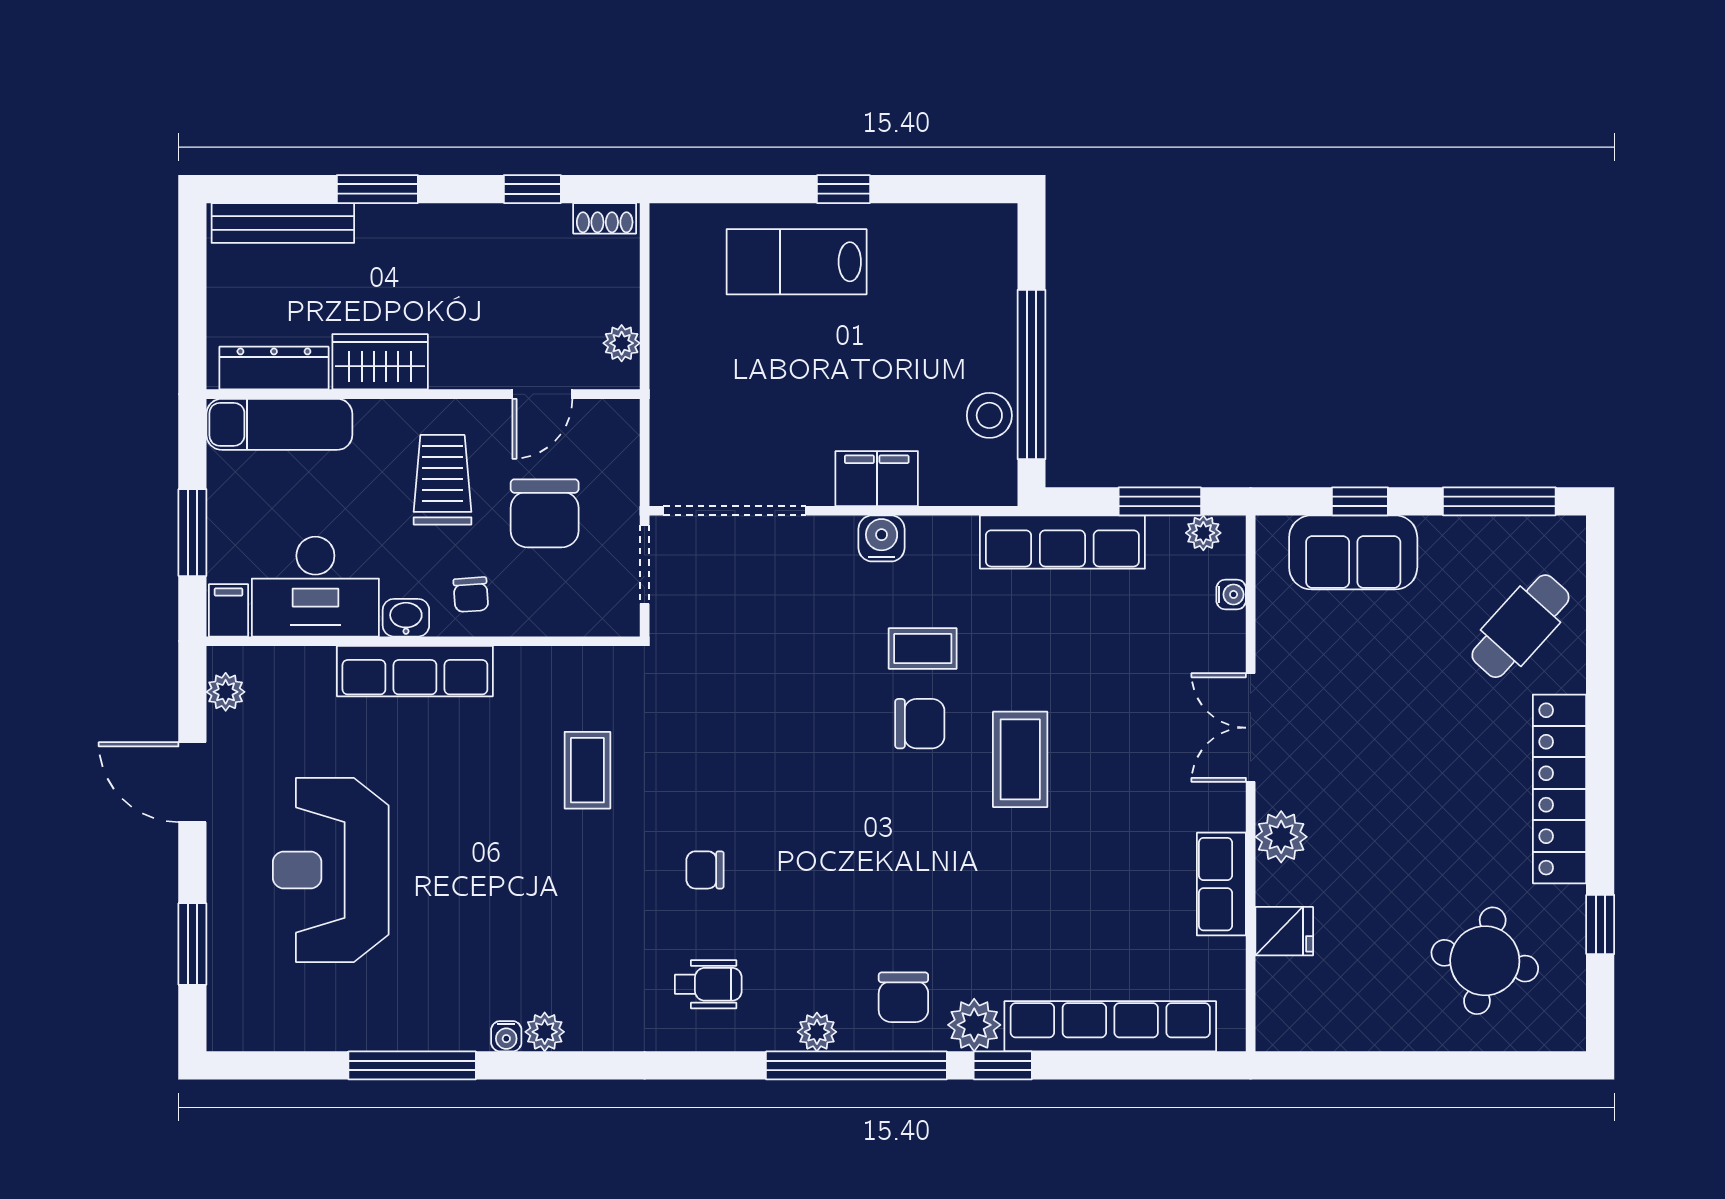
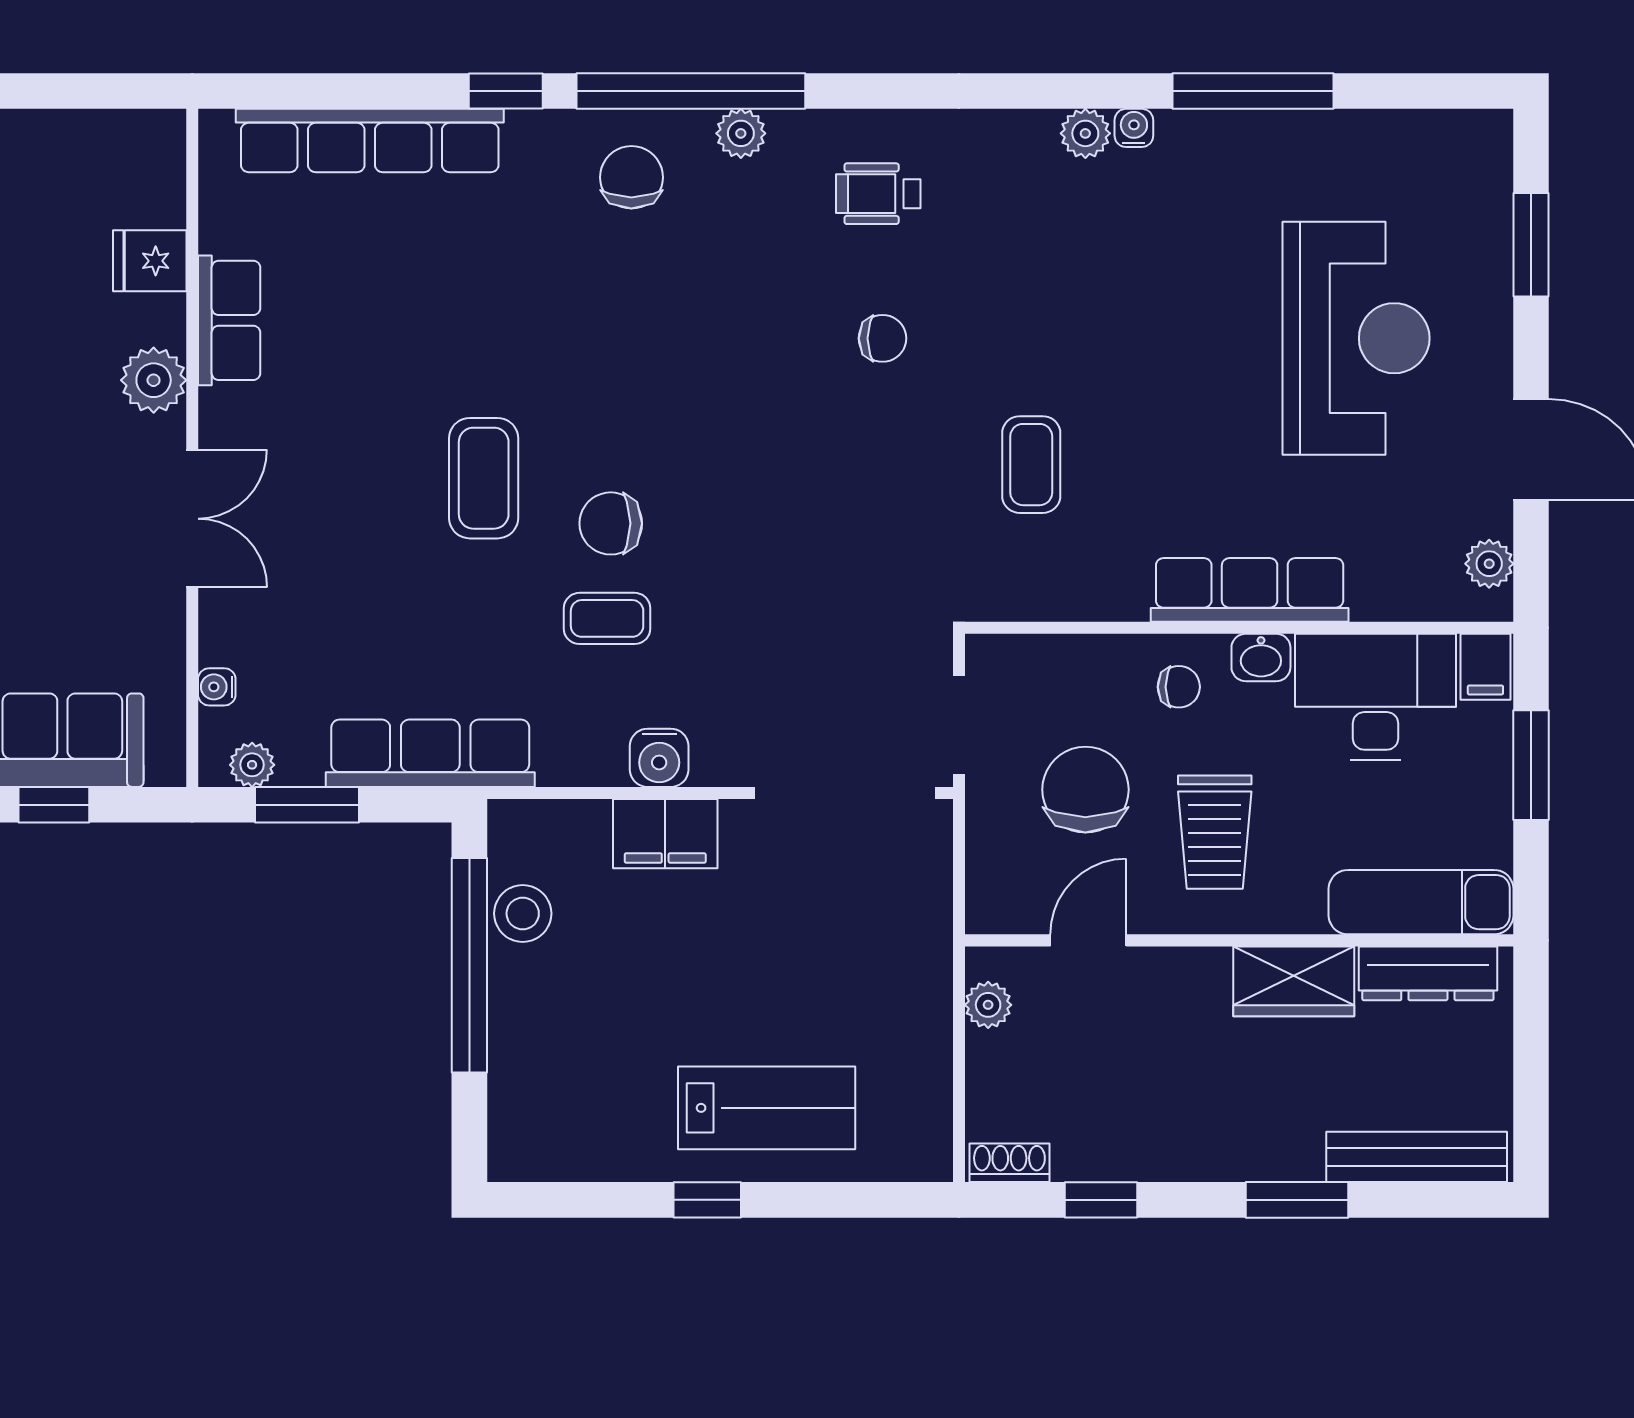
chair: (471, 595) -> (1179, 687), turned 94
plant: (974, 1025) -> (542, 142), removed

